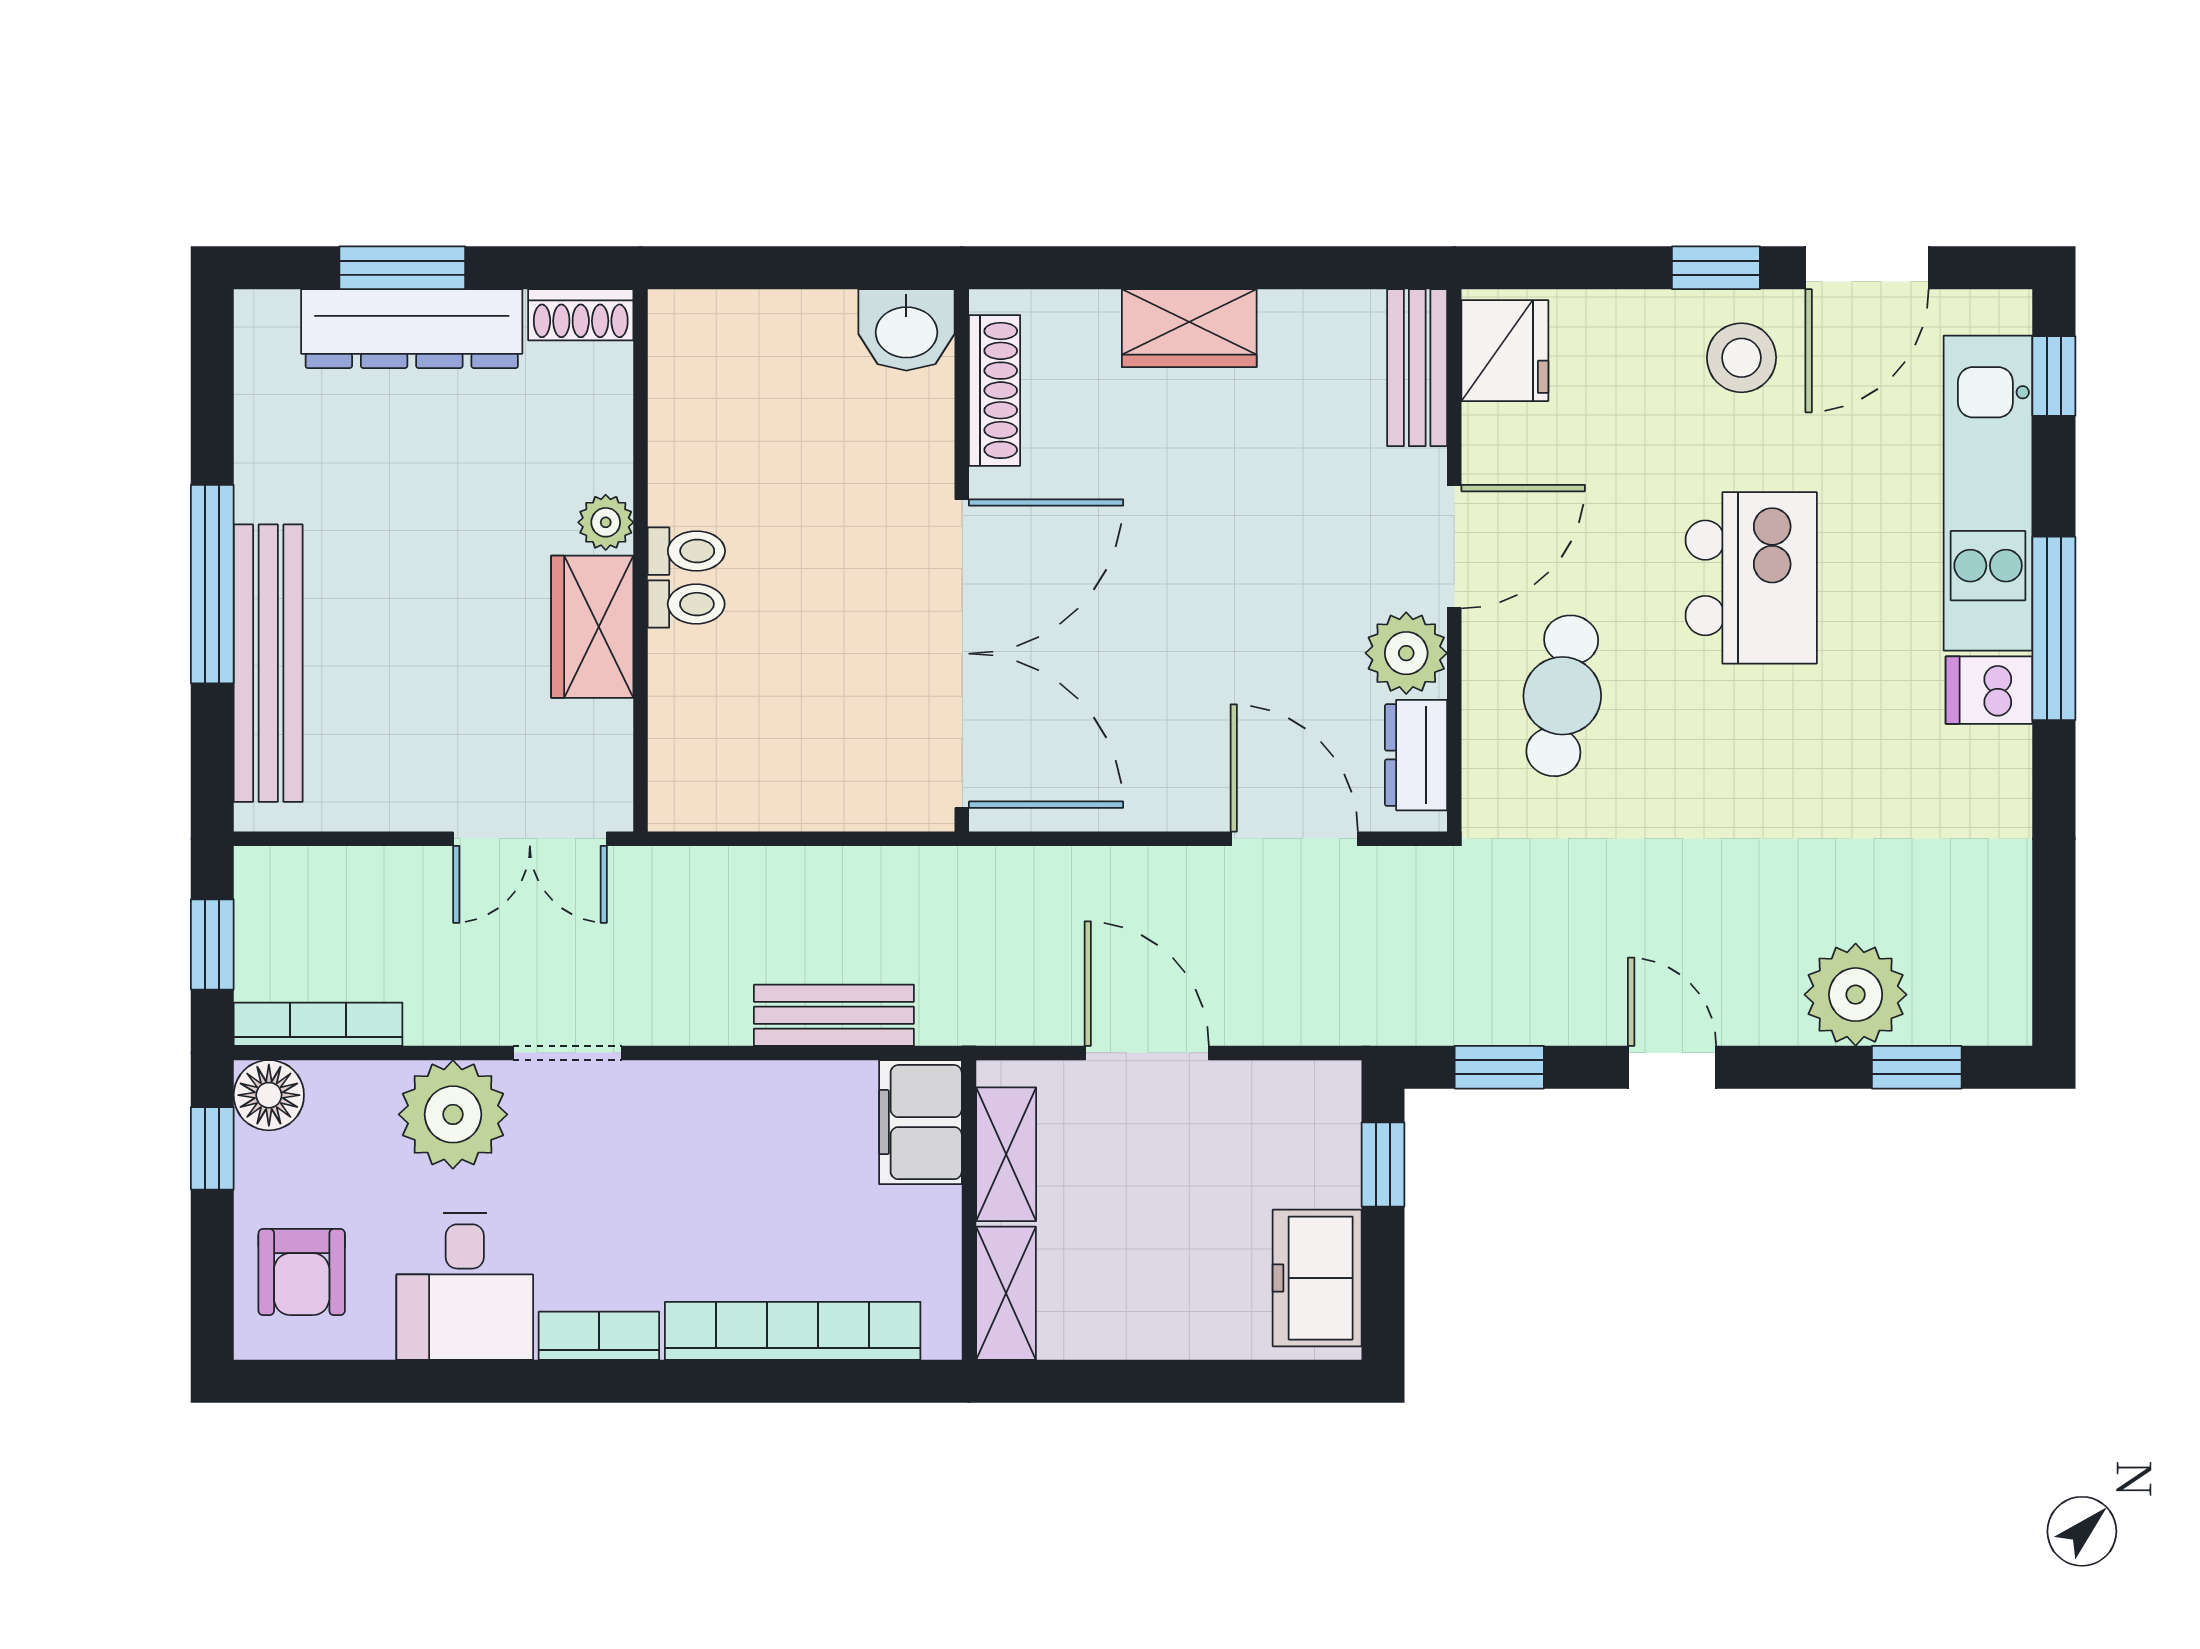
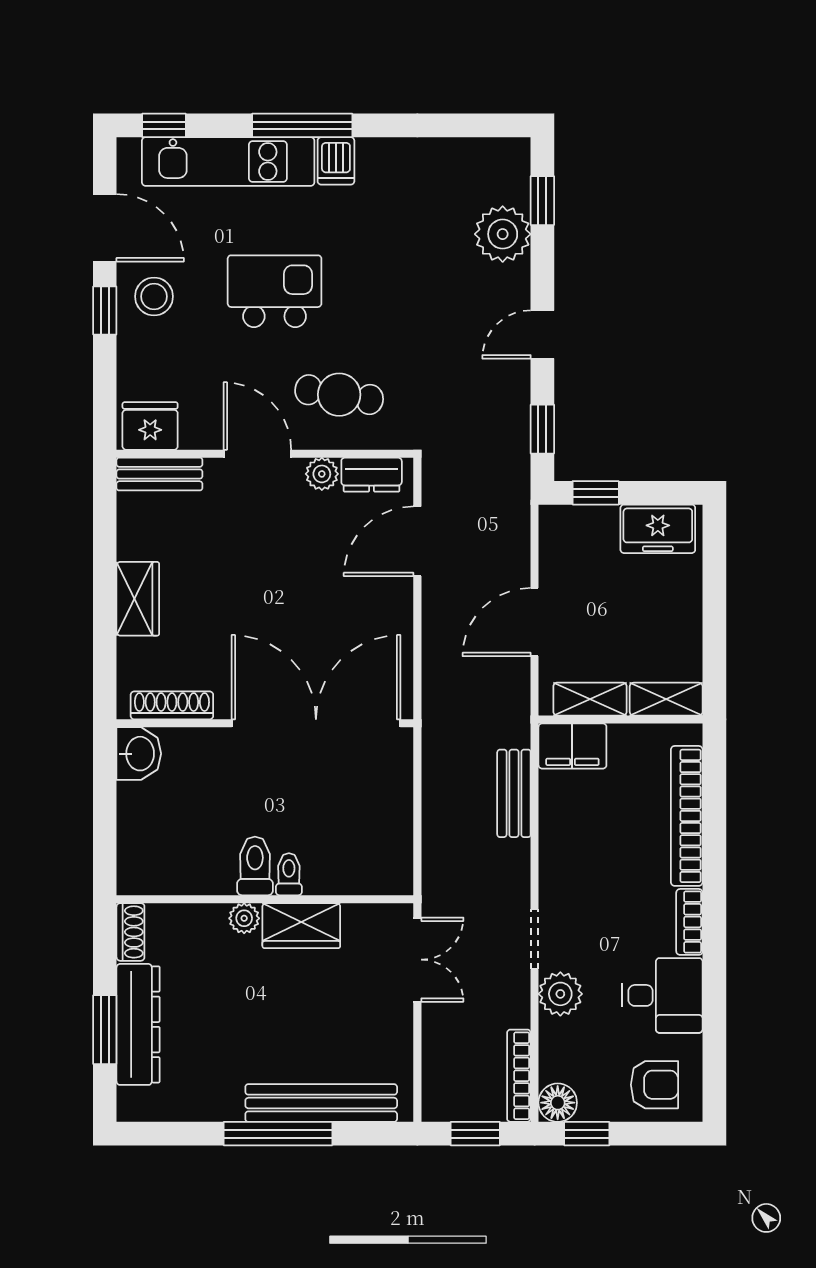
toilet: (686, 551) -> (255, 866), width x1.37, depth x1.39
plant: (1406, 653) -> (322, 474), width x0.73, depth x0.73
plant: (453, 1114) -> (560, 994), width x0.73, depth x0.73

